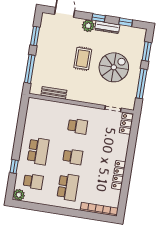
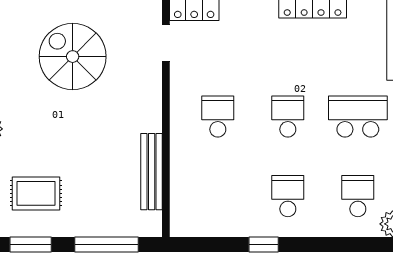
rug: (83, 59) -> (36, 193), moved
bench: (54, 93) -> (152, 172), width x1.36
school desk: (38, 151) -> (288, 196), width x0.54
window: (14, 167) -> (264, 245), moved

